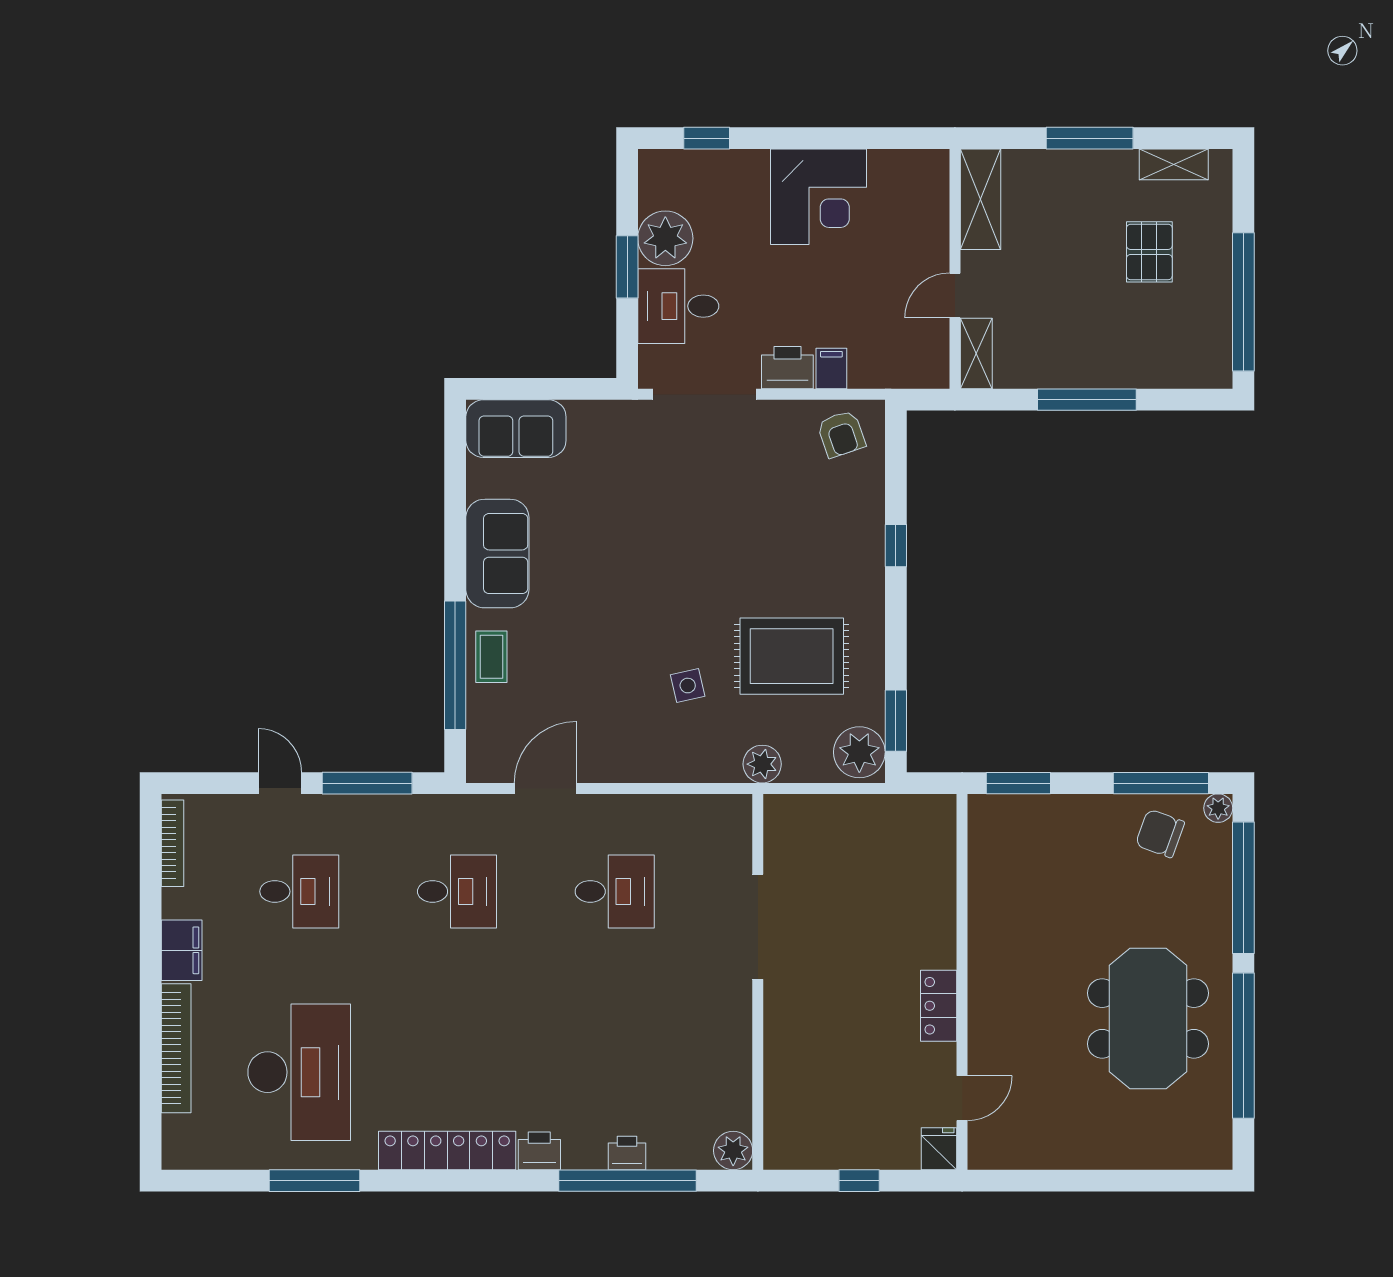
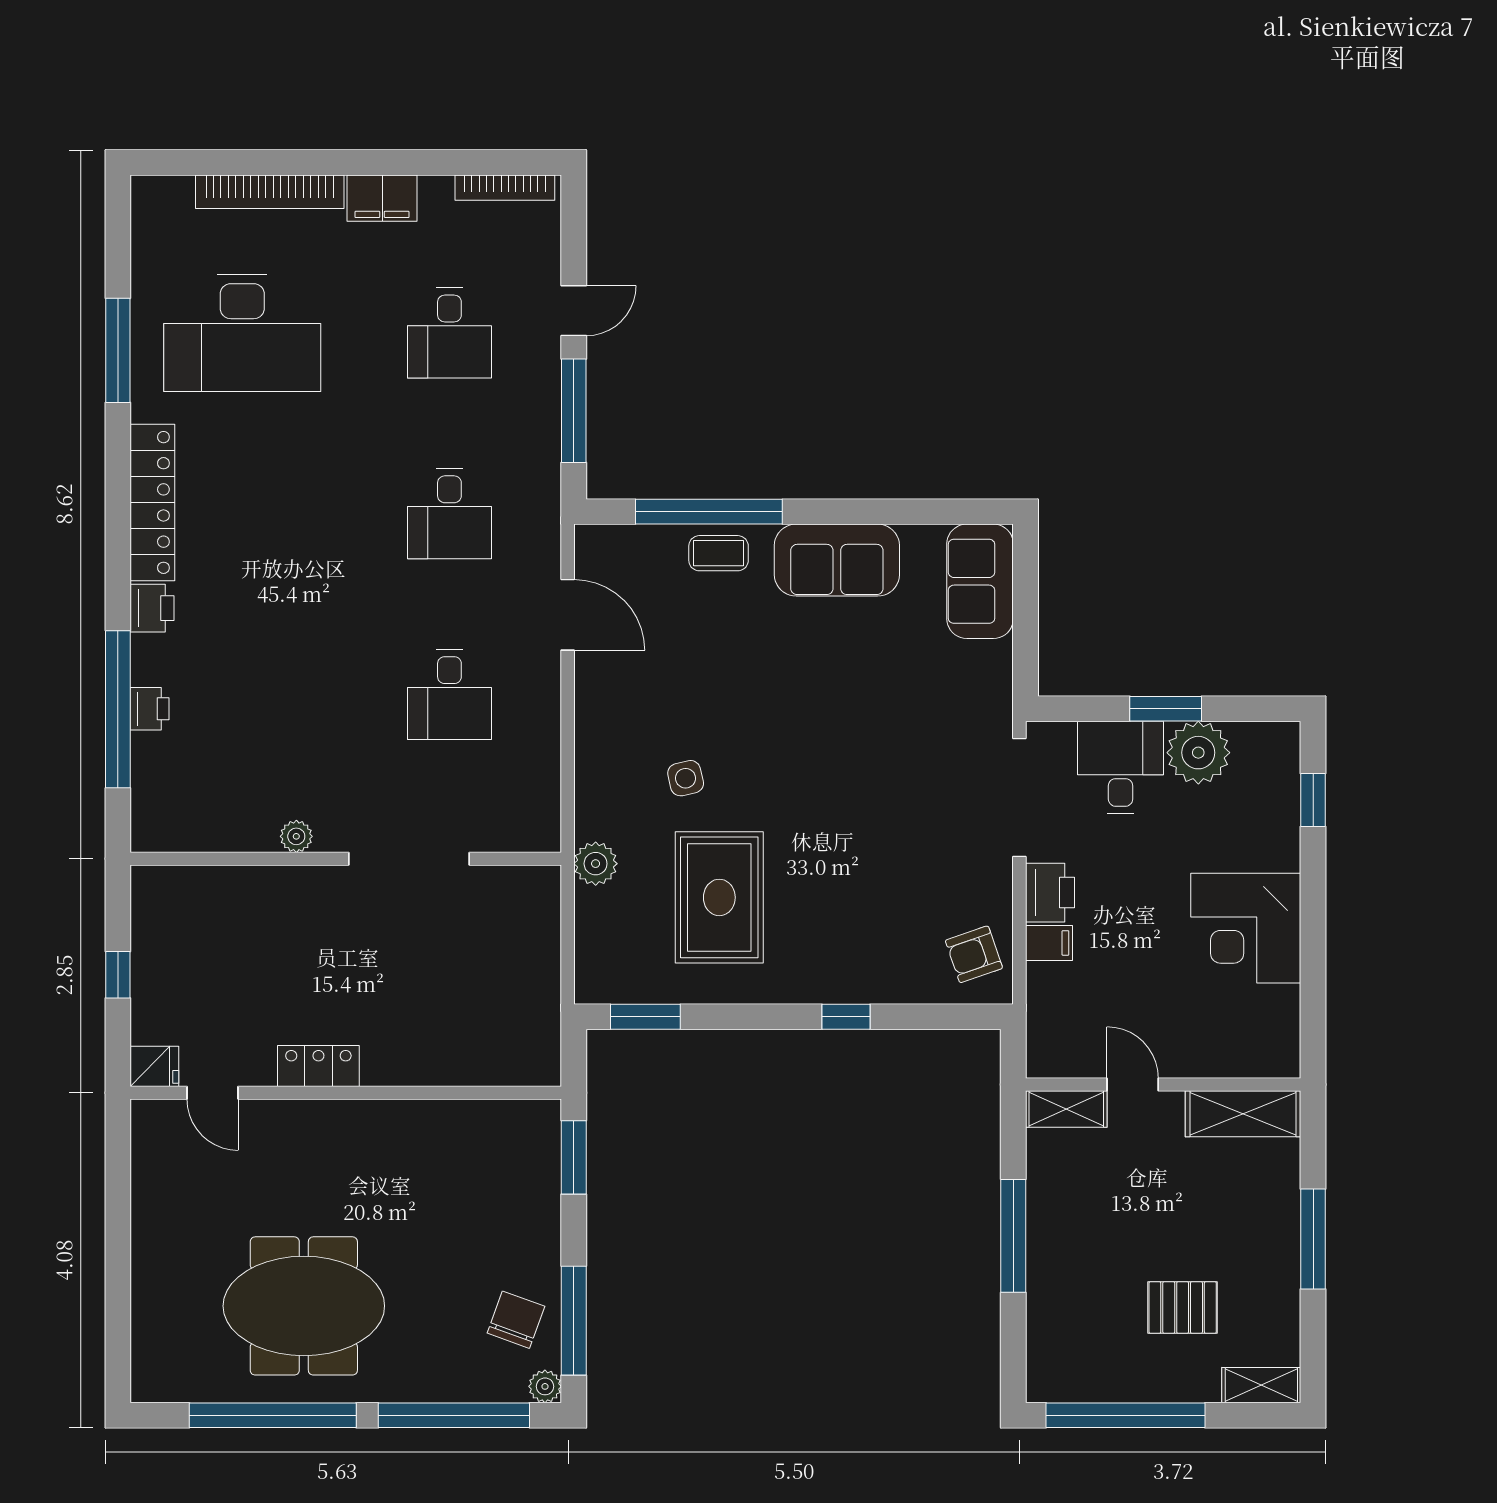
shelving: (1174, 164) -> (1261, 1385), moved, turned 90
plant: (859, 752) -> (609, 975), removed
plant: (733, 1151) -> (296, 836), moved, width x0.73, depth x0.73

